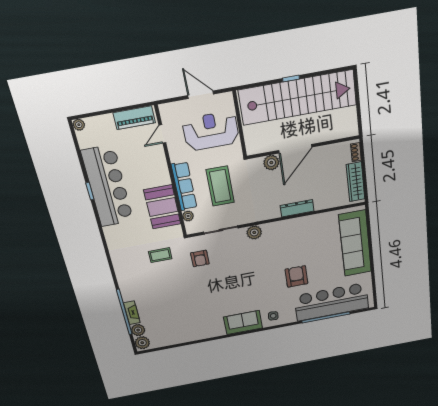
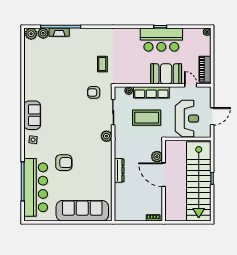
wardrobe: (355, 182) -> (131, 215), removed
bar counter: (108, 186) -> (161, 40), width x0.73
booth: (162, 207) -> (166, 74), moved

